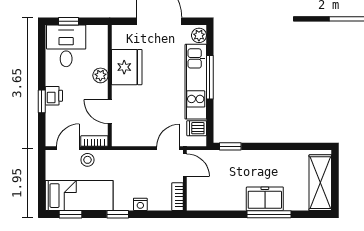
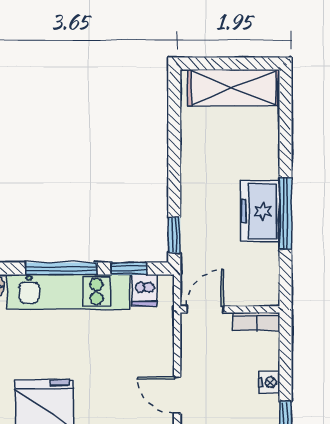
window: (210, 119) -> (129, 268), added
door: (168, 148) -> (177, 395), moved
freezer: (265, 199) -> (260, 211), moved
window: (269, 214) -> (285, 213), moved

